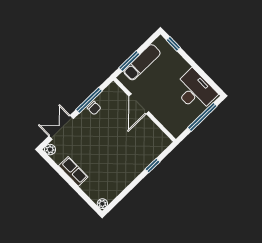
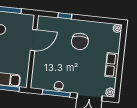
door: (139, 104) -> (34, 40), moved
chair: (118, 160) -> (80, 41), added

